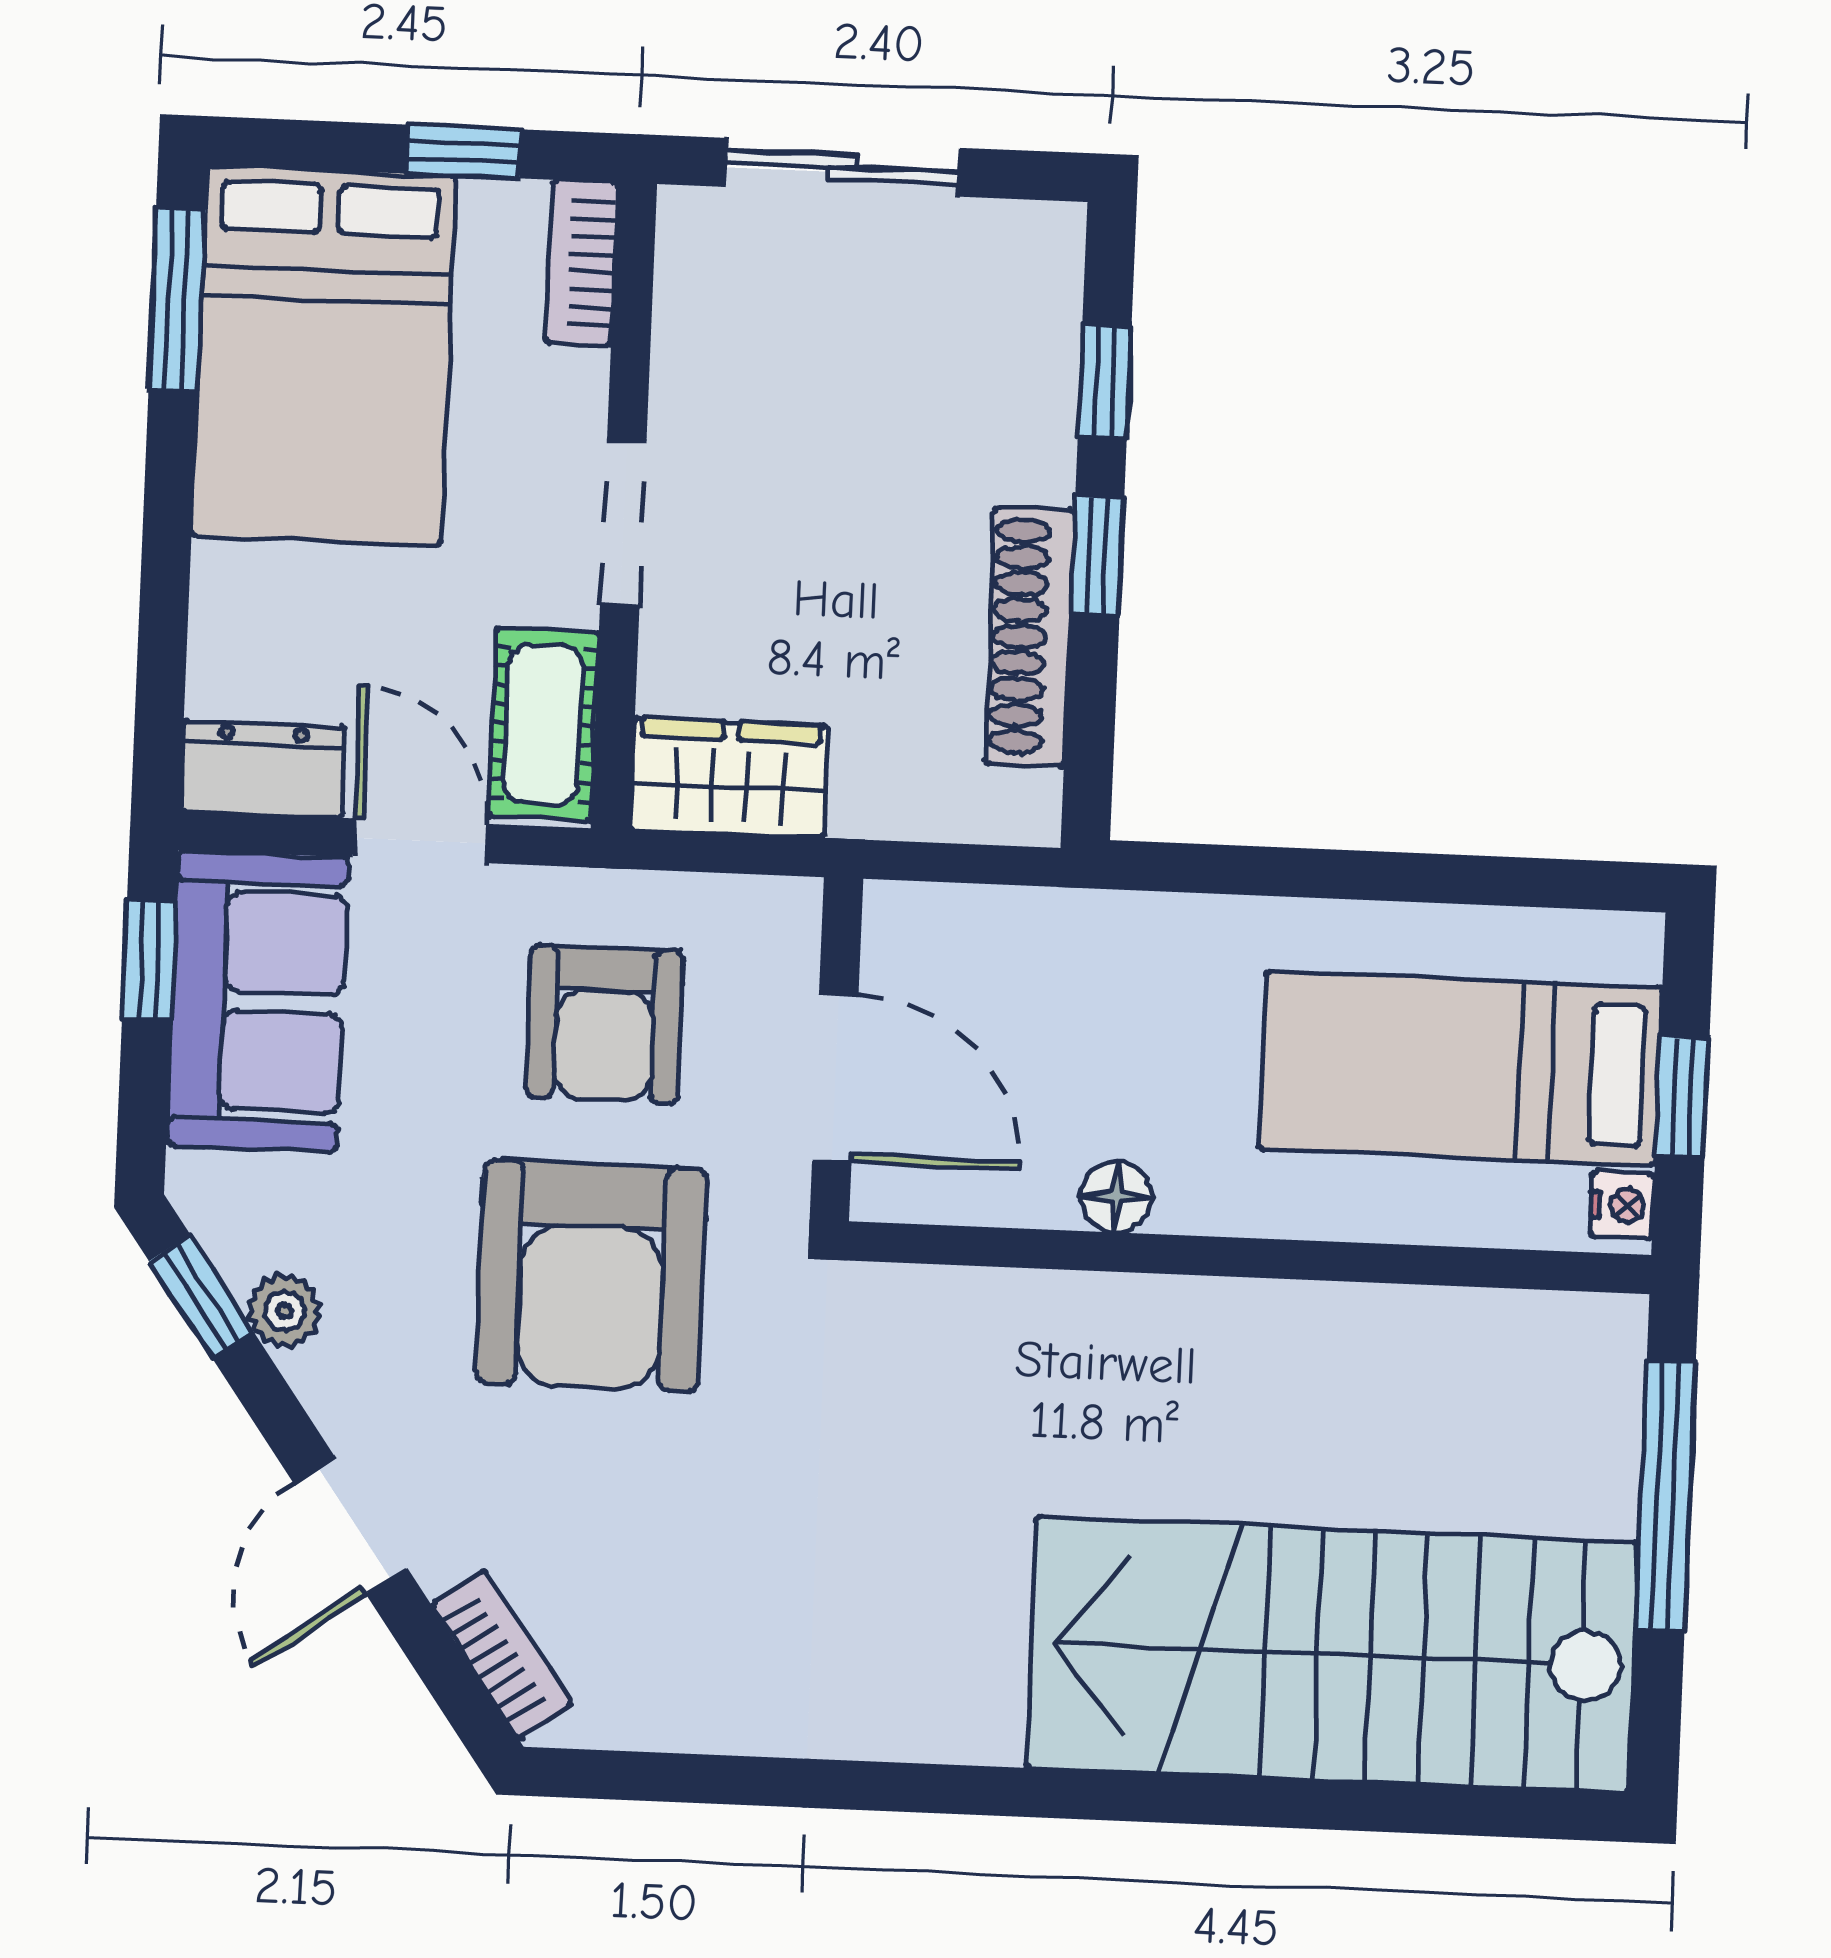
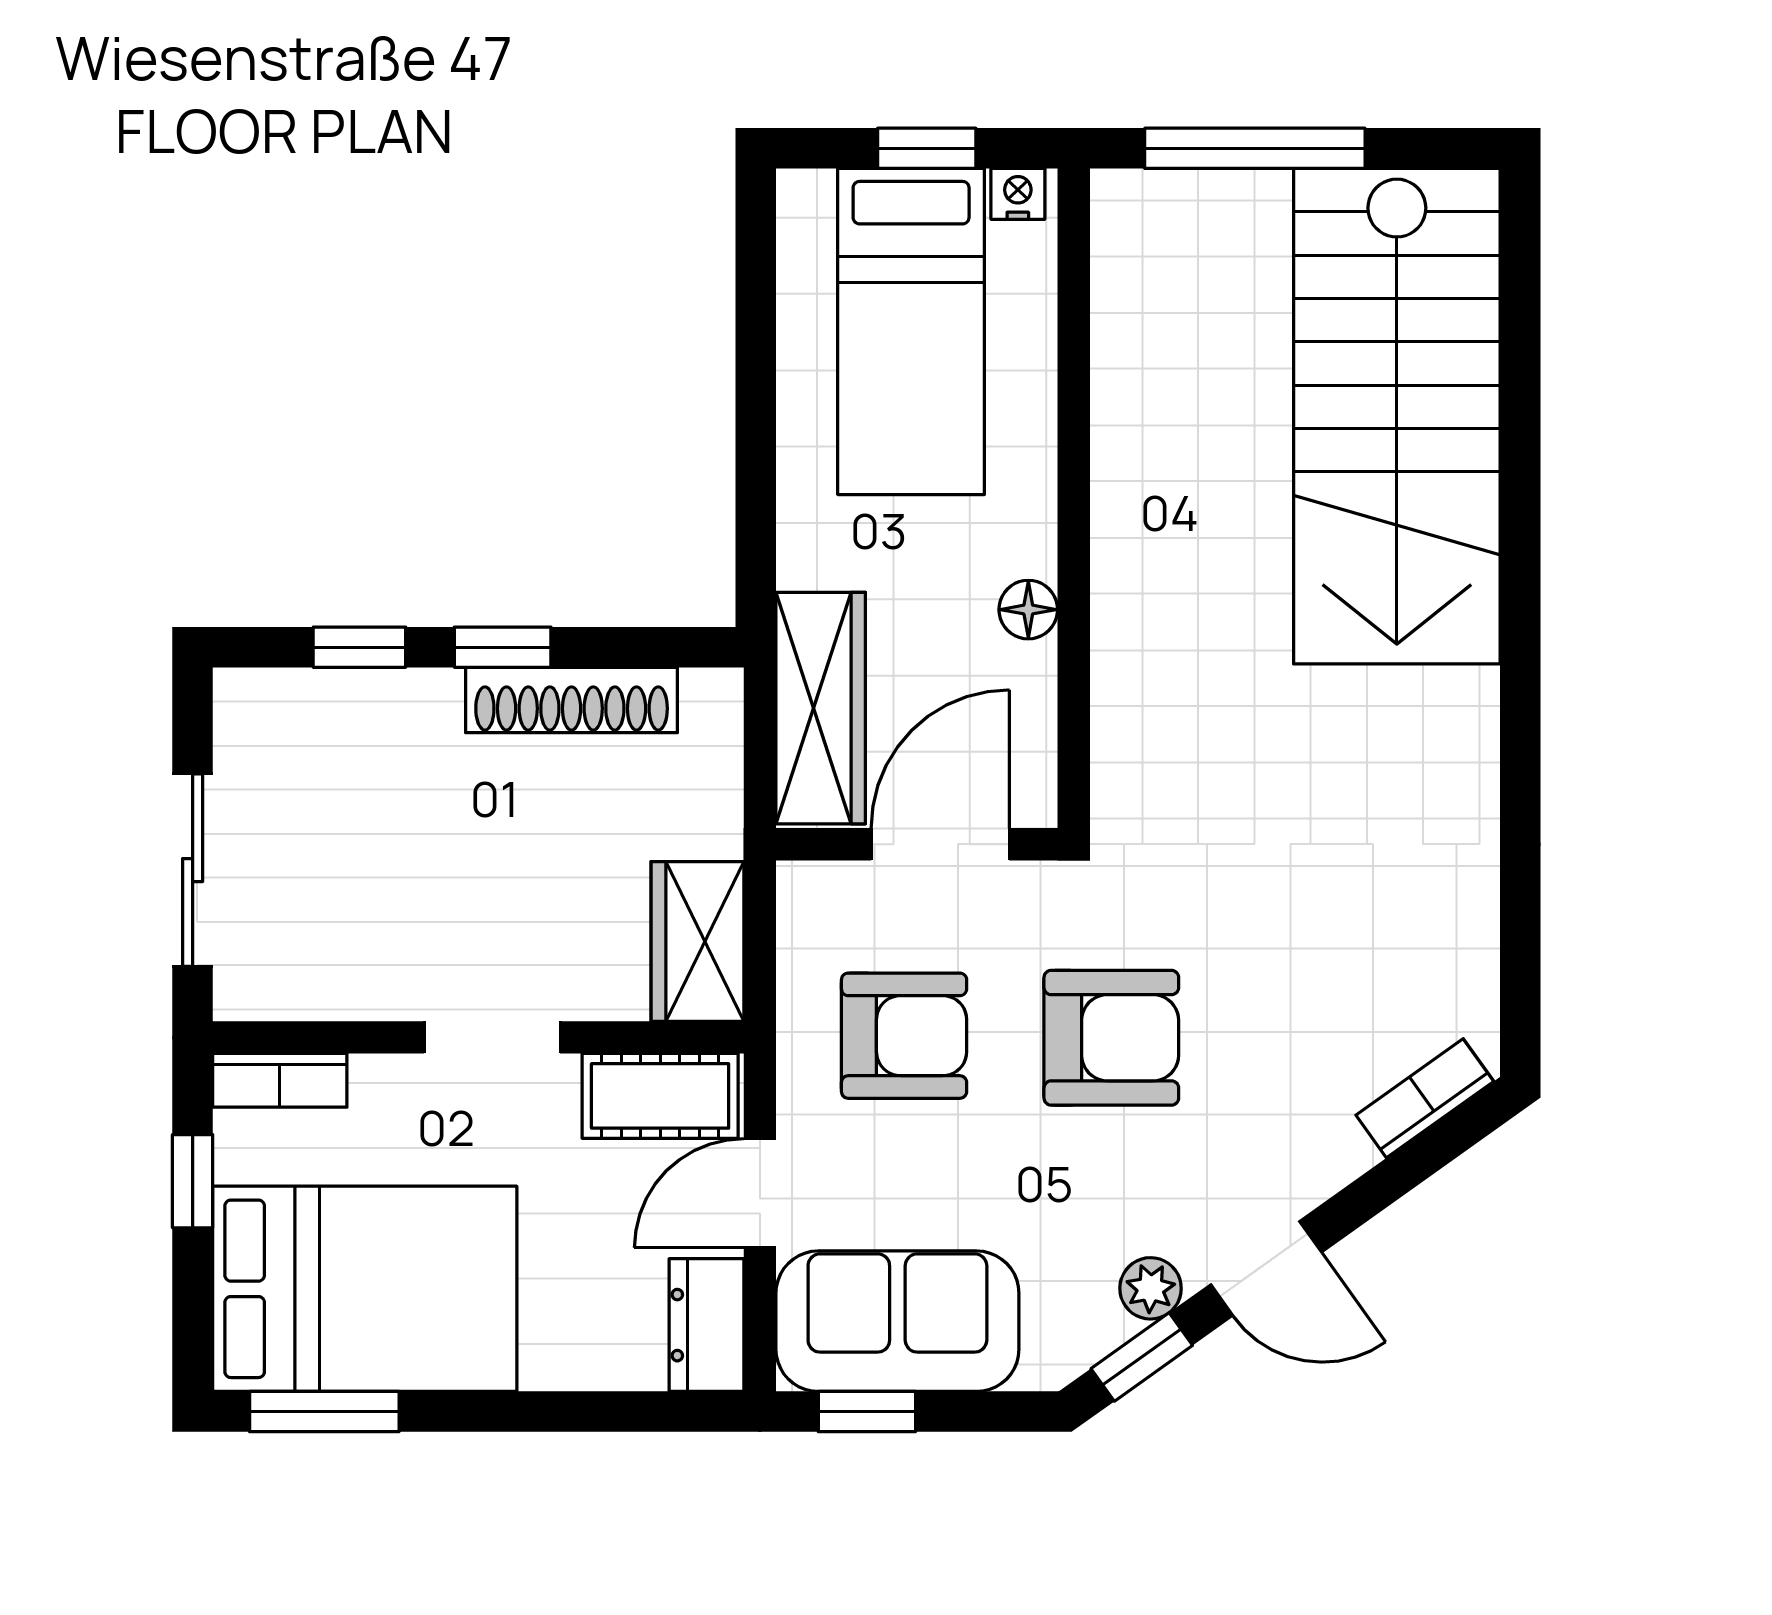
wardrobe: (1007, 939) -> (821, 708), added
armchair: (591, 1276) -> (1111, 1038), width x0.73, depth x0.73
door: (351, 1526) -> (1266, 1268), moved

